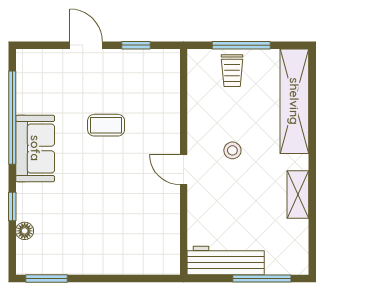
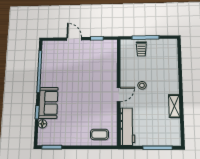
shelving: (294, 101) -> (171, 62), removed
coffee table: (106, 125) -> (99, 134), moved
sofa: (35, 148) -> (48, 103), moved
door: (184, 170) -> (119, 94), swing flipped
workbench: (226, 261) -> (127, 127), moved, turned 90

